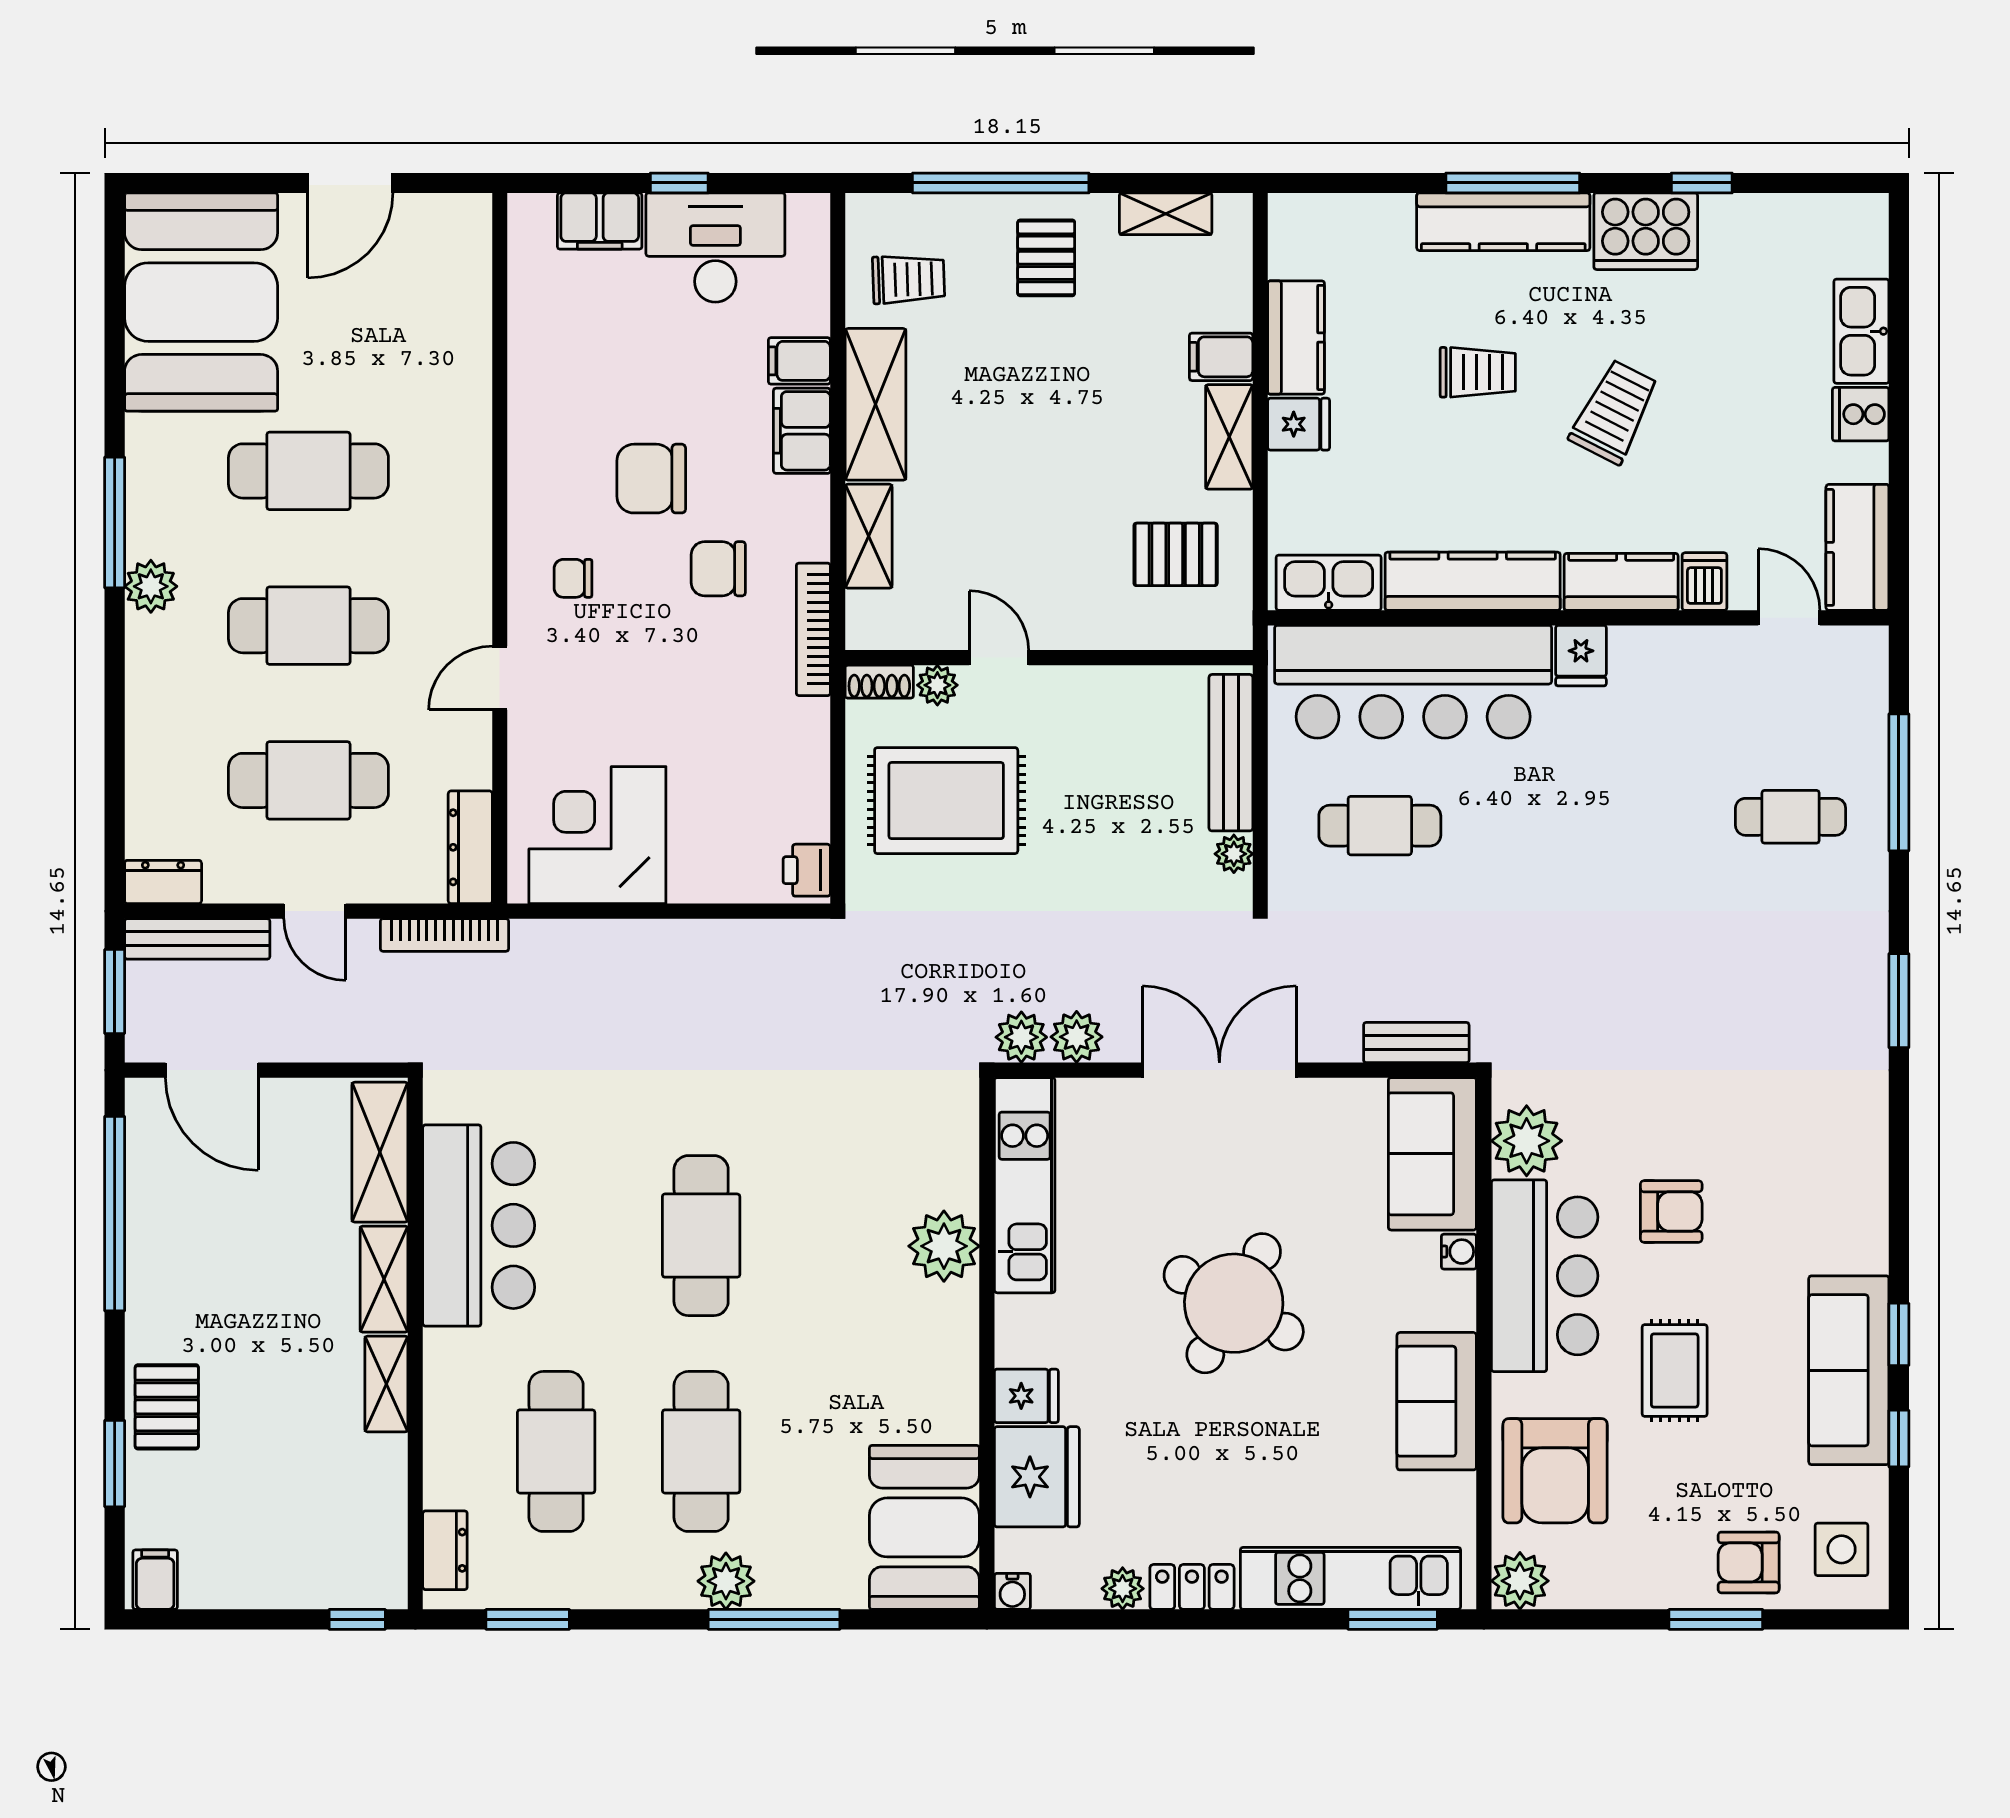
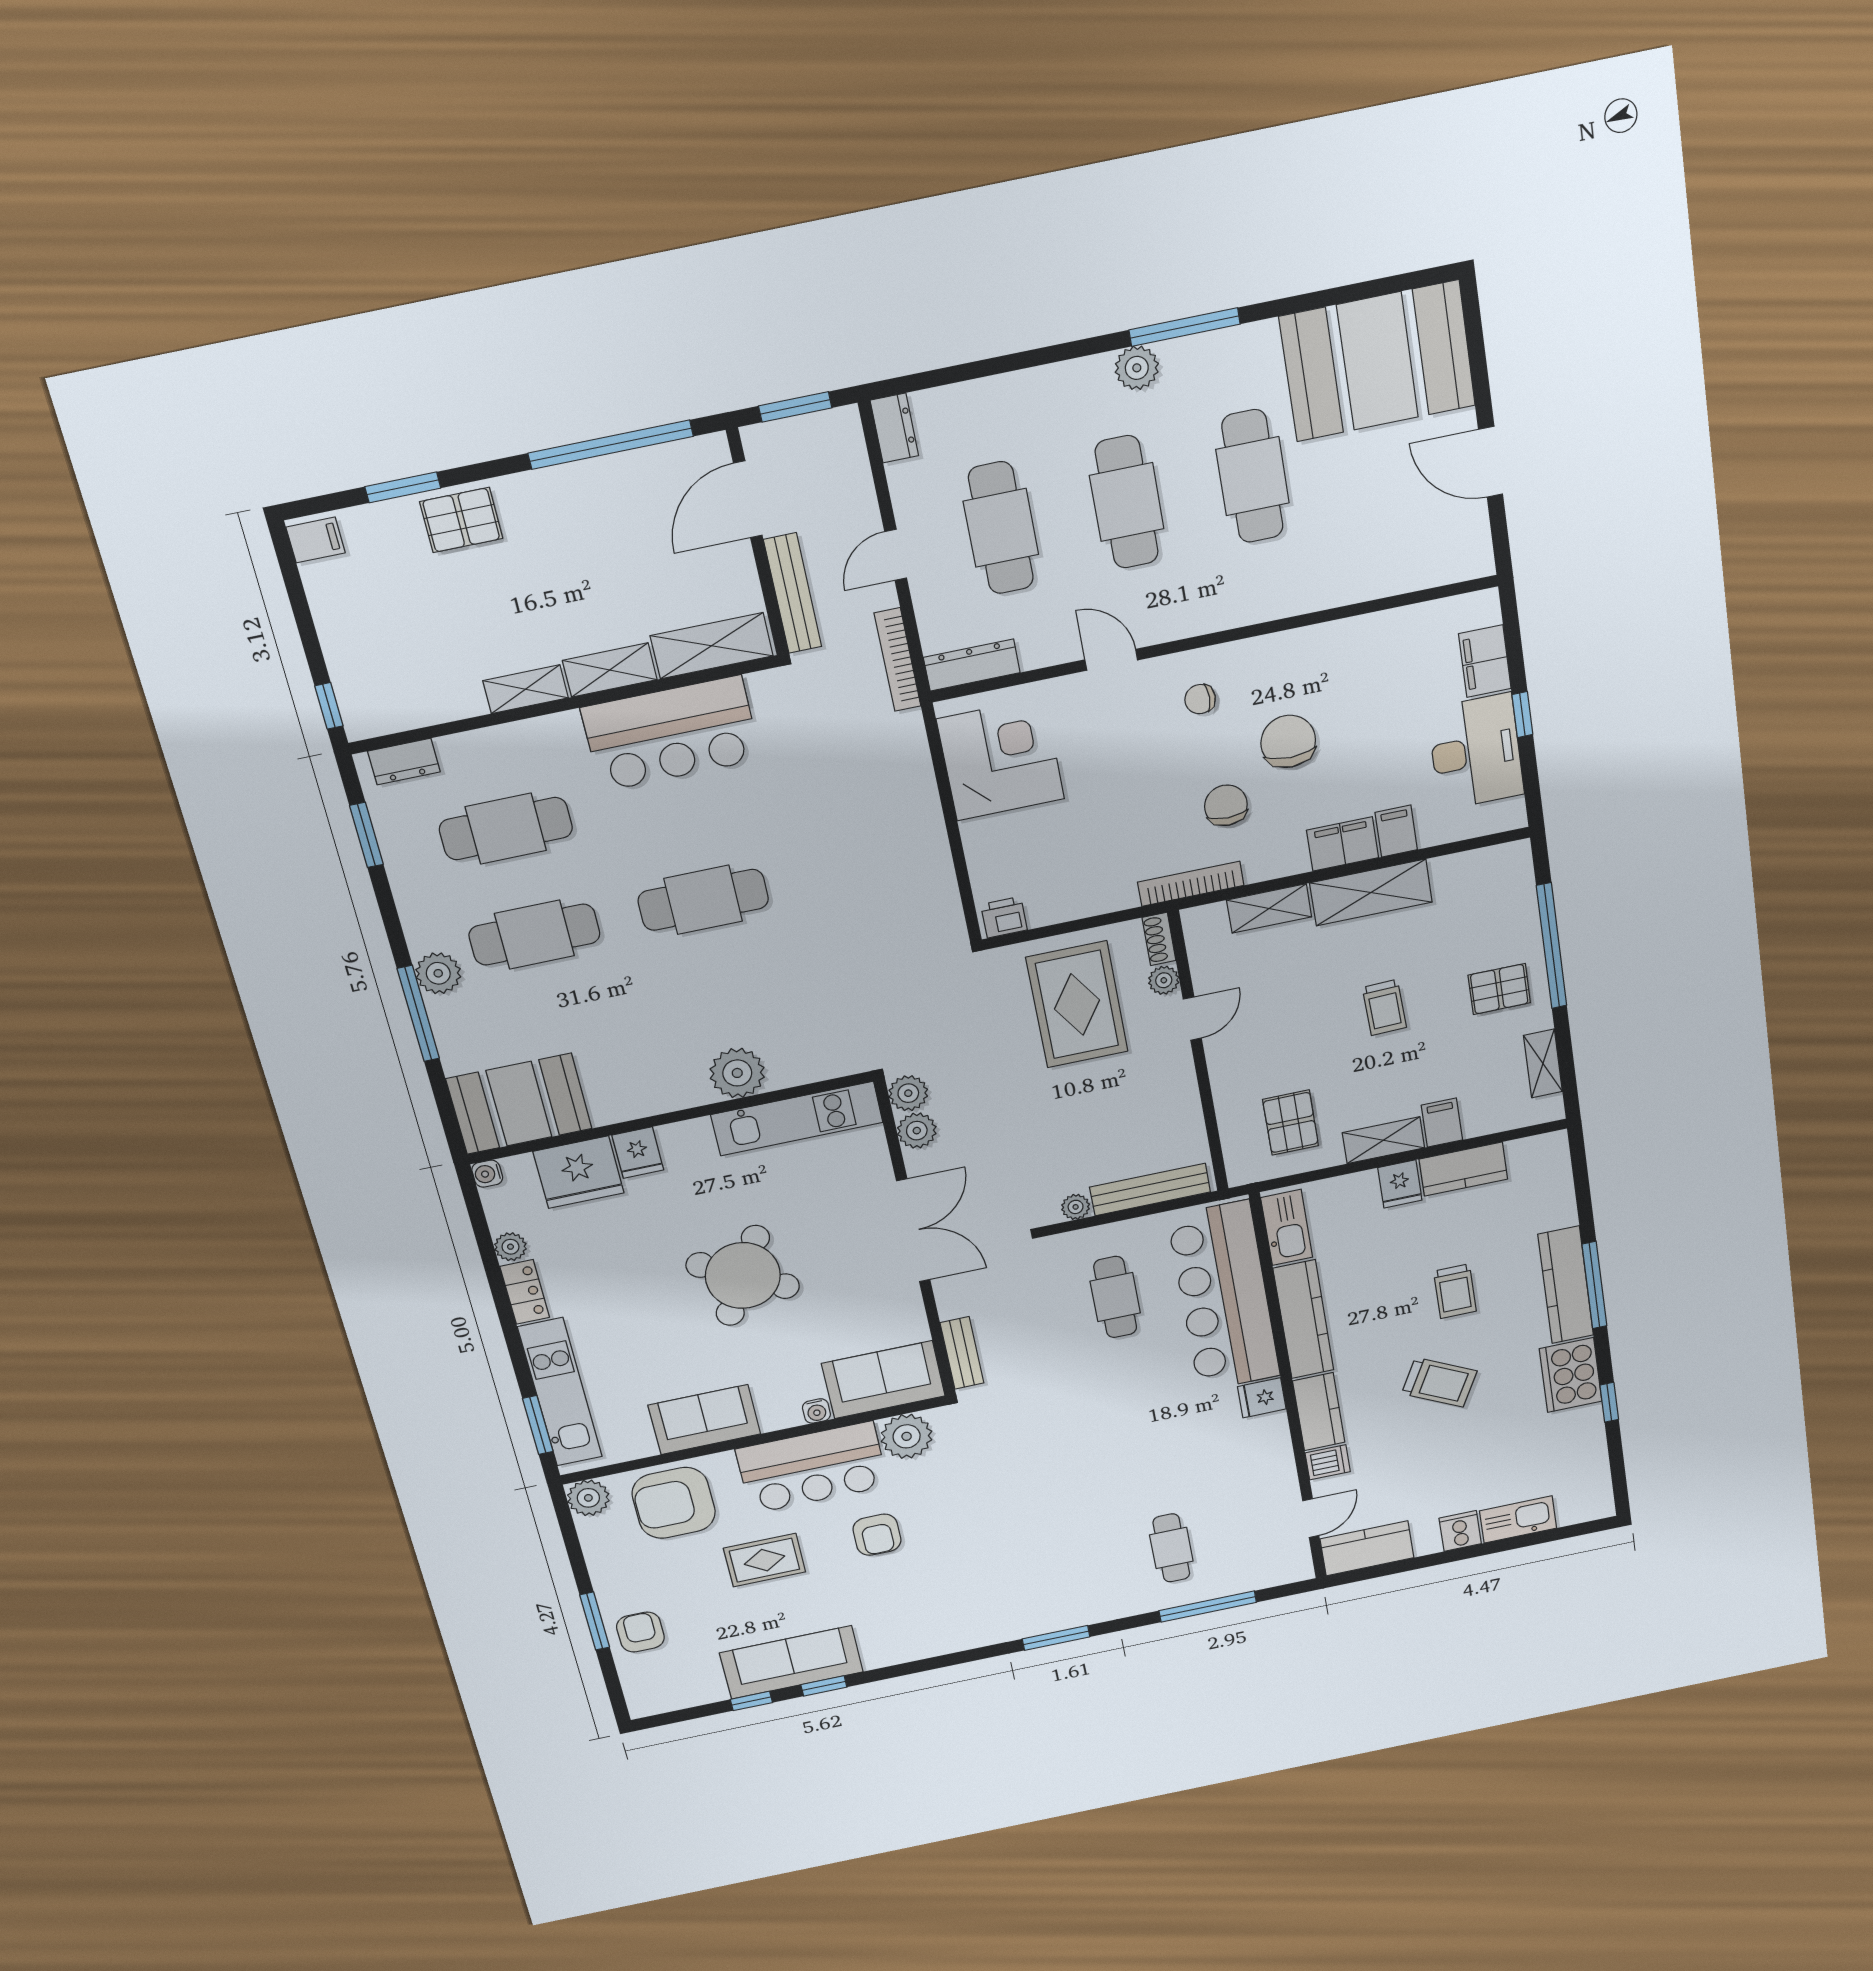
trolley: (909, 279) -> (1384, 1007), moved
chair: (573, 578) -> (1200, 699), turned -90
bench: (197, 939) -> (793, 593), moved
side table: (1841, 1549) -> (665, 1684), removed

